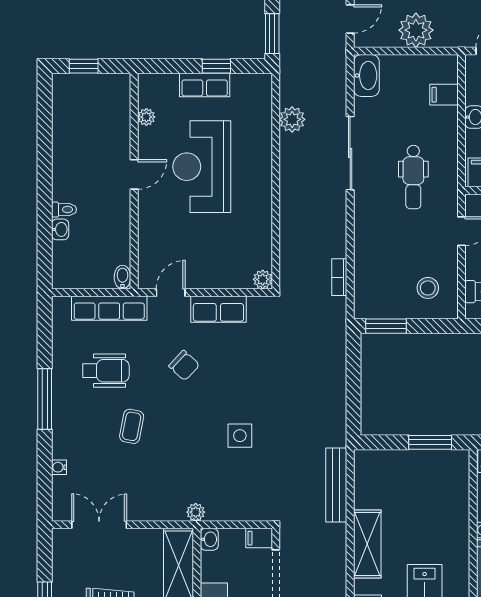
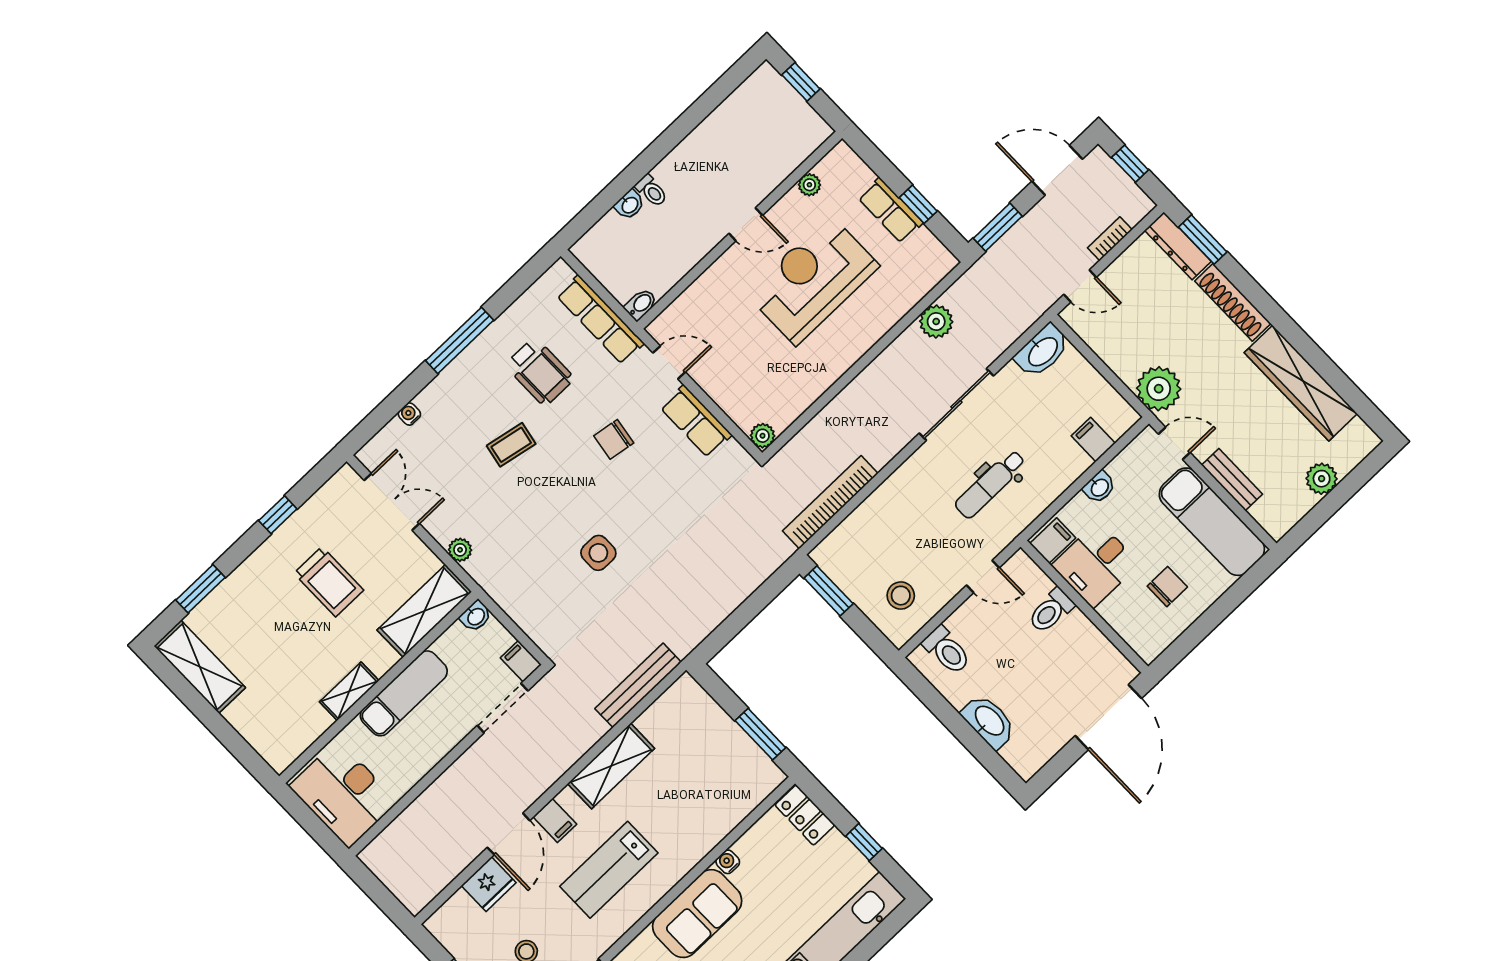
plant: (416, 30) -> (1159, 389), moved
bookcase: (339, 277) -> (830, 502), width x2.31, depth x1.31
chair: (184, 365) -> (614, 439), turned 56
plant: (196, 512) -> (460, 550), moved

